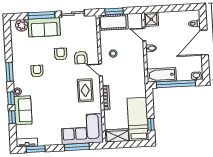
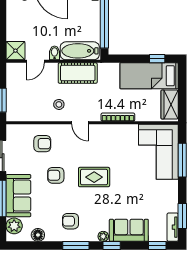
cot: (113, 22) -> (78, 73), moved, turned 90
floor lamp: (16, 43) -> (38, 235), added
armchair: (81, 58) -> (42, 144), moved
door: (100, 70) -> (80, 123), hinge flipped
armchair: (37, 71) -> (71, 221), moved
bathtub: (162, 75) -> (80, 51), moved, turned 90
rug: (85, 90) -> (94, 177), moved
window: (12, 117) -> (157, 246), moved

